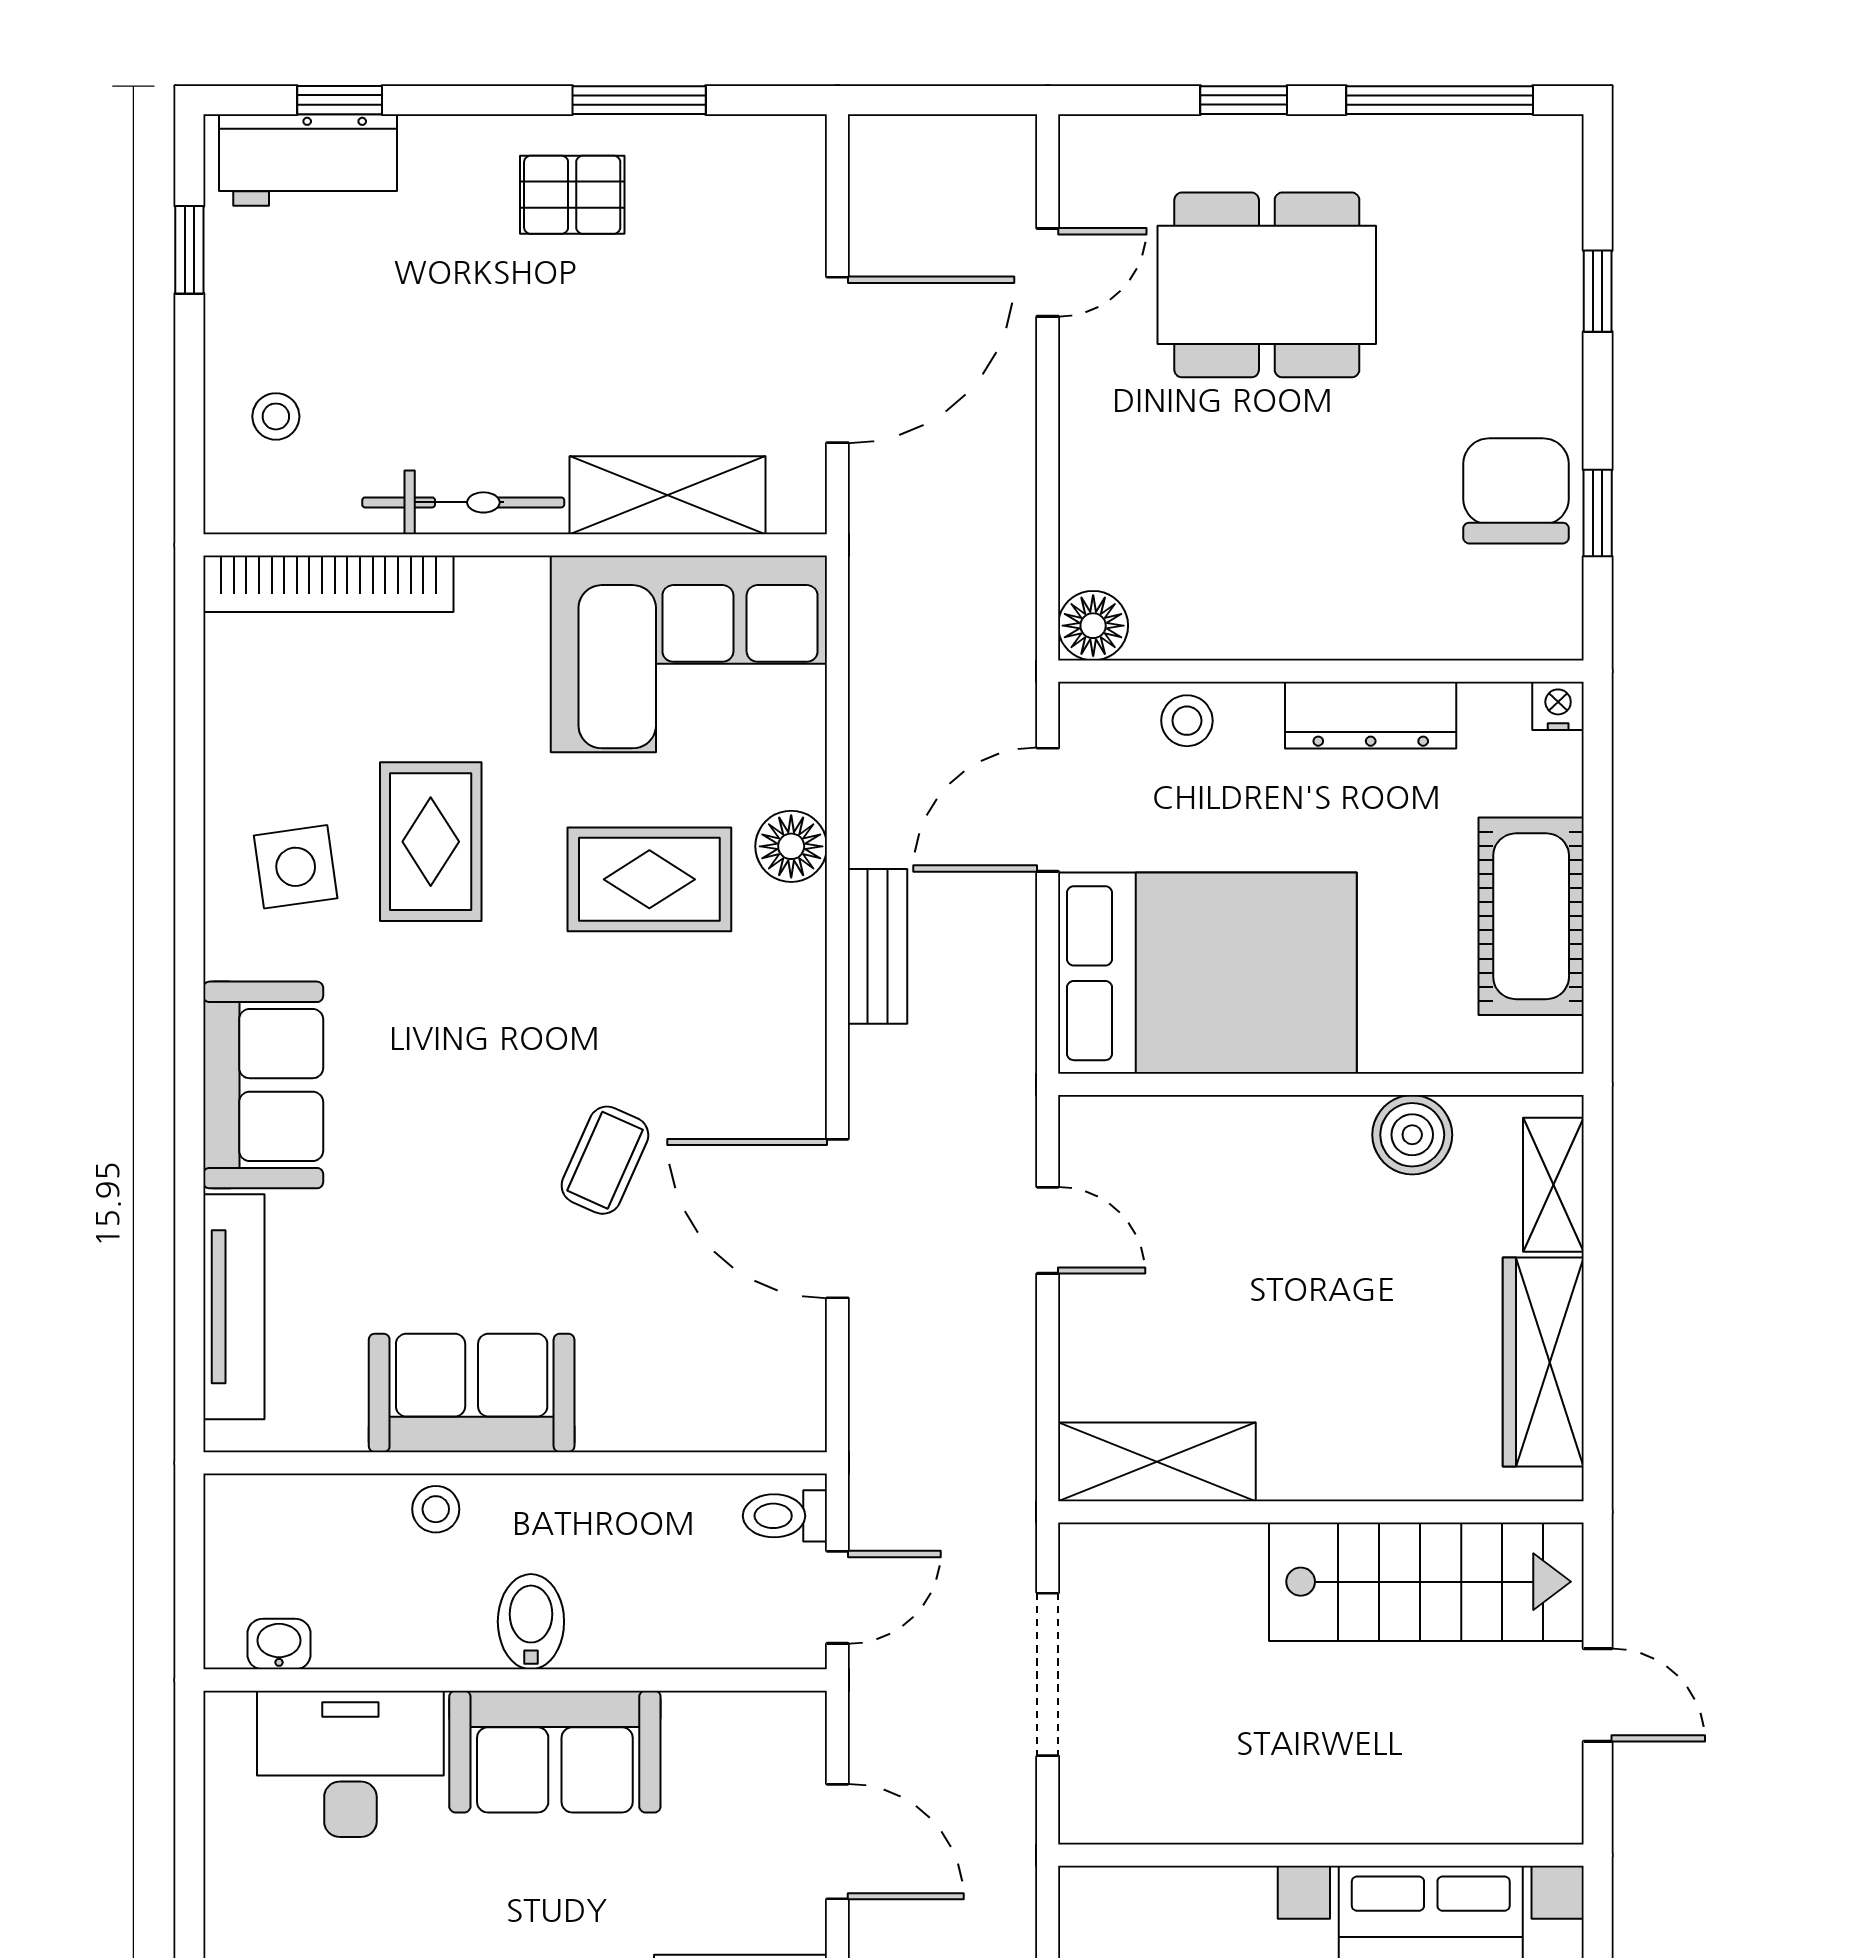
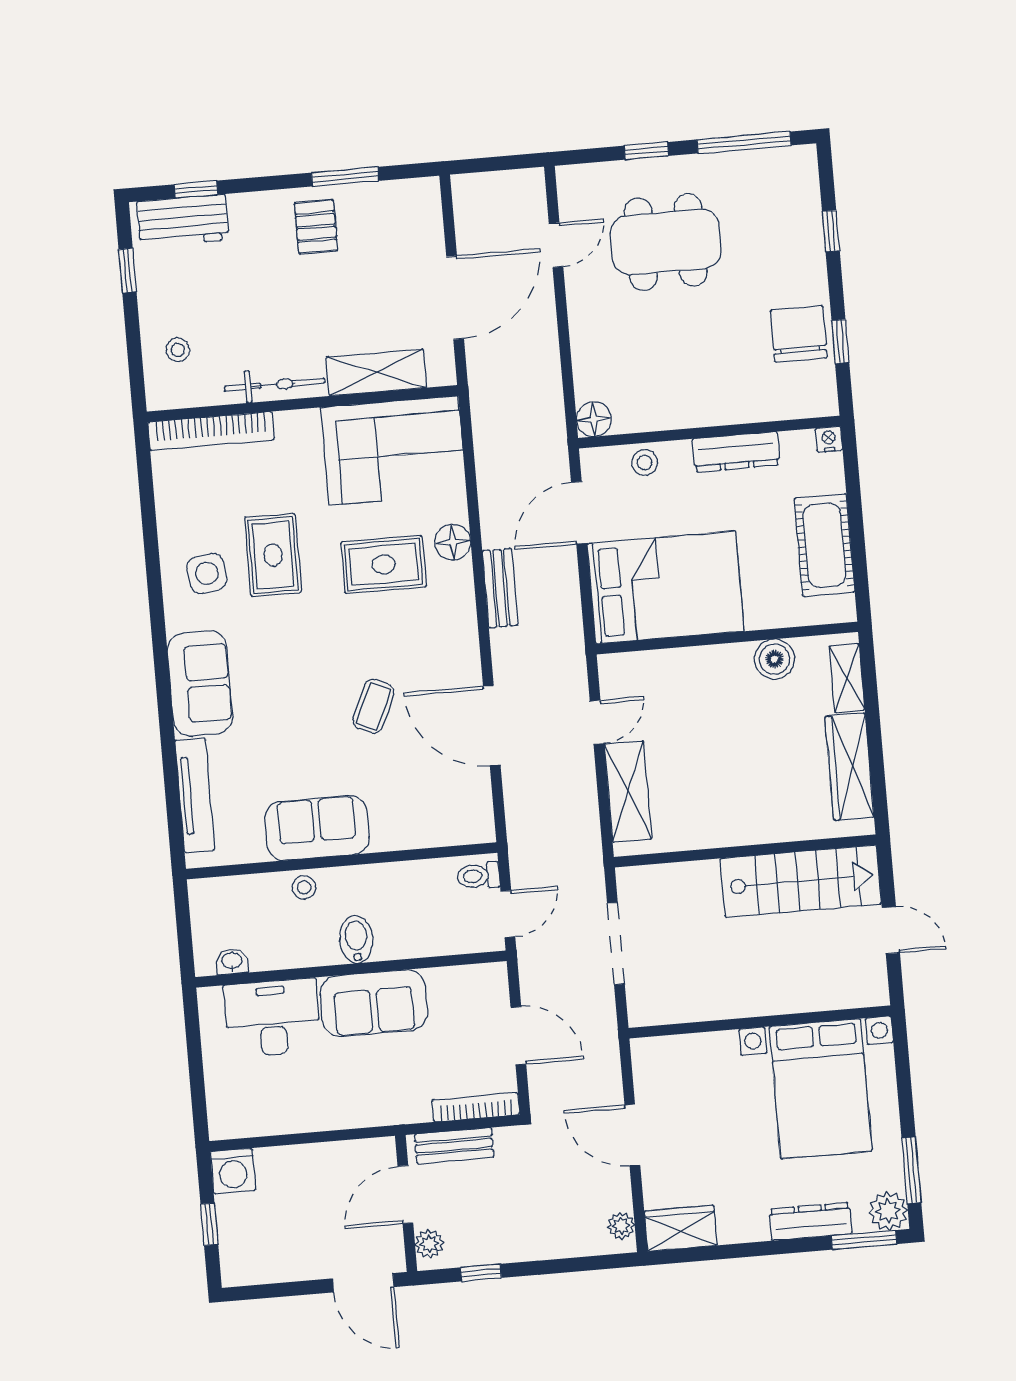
pallet: (572, 195) -> (316, 227), turned 90
door: (1048, 1230) -> (597, 722), hinge flipped
shelving: (1157, 1462) -> (628, 791), moved, turned 90

